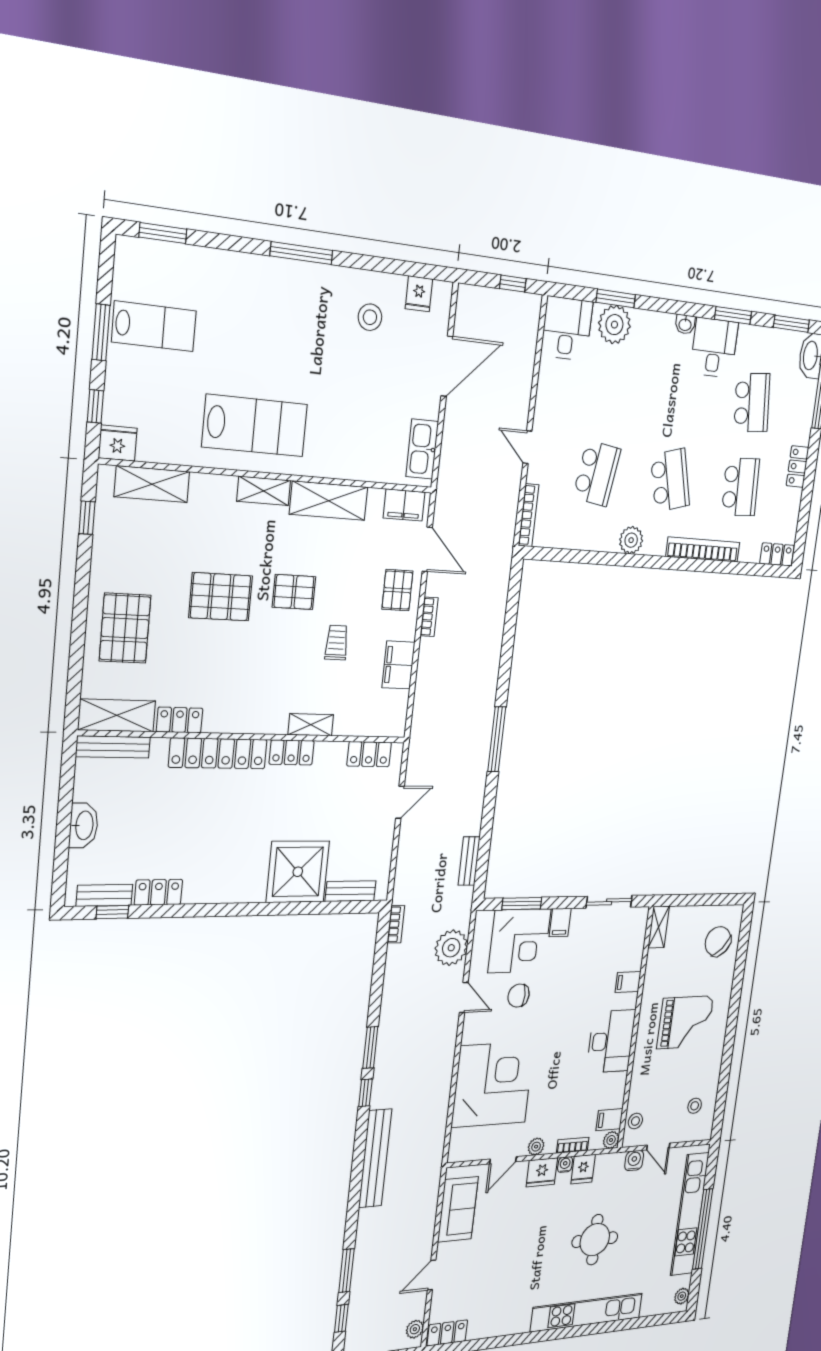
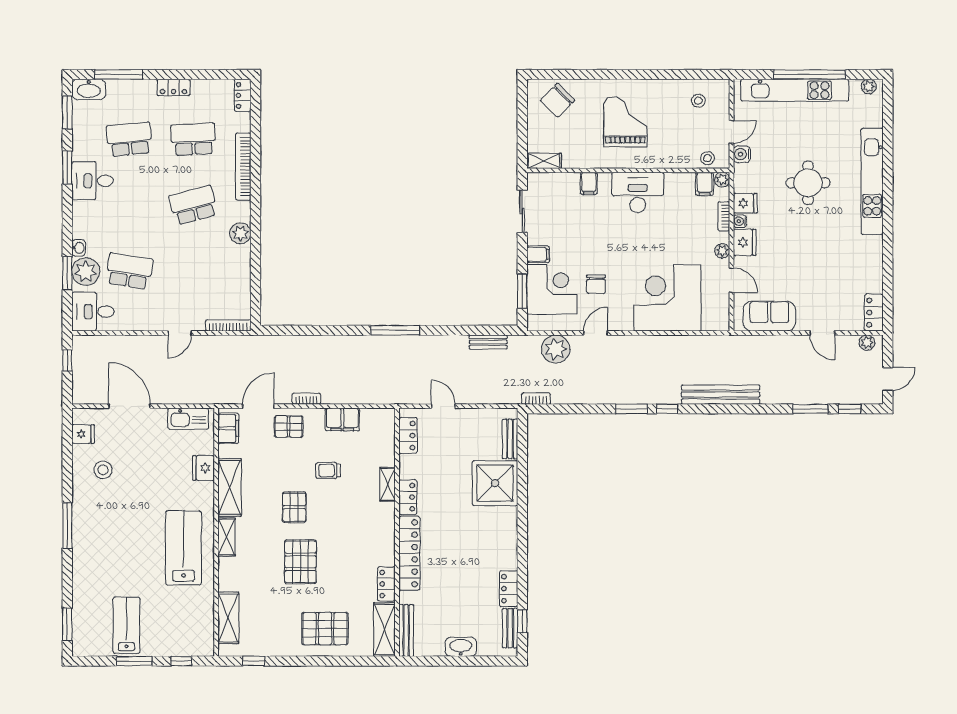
washbasin: (685, 324) -> (79, 248), moved
fridge: (118, 443) -> (204, 468), moved
school desk: (597, 473) -> (129, 271), moved

